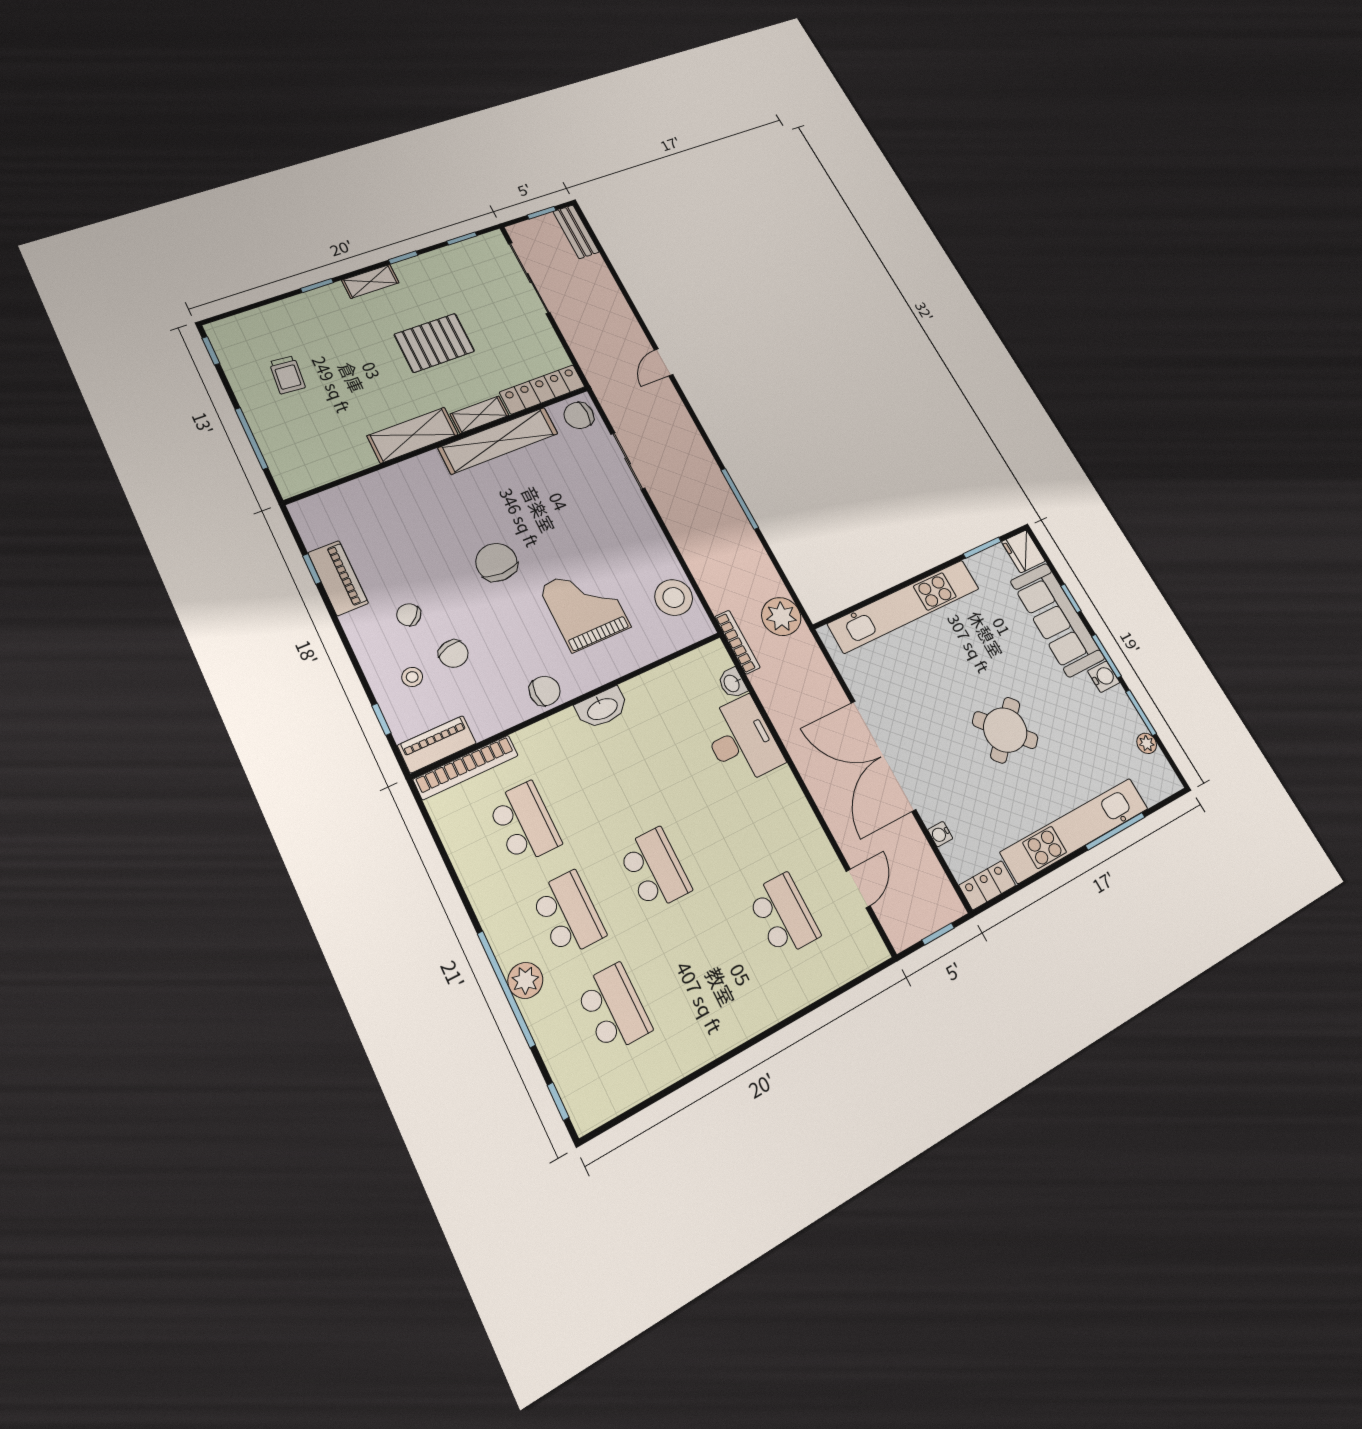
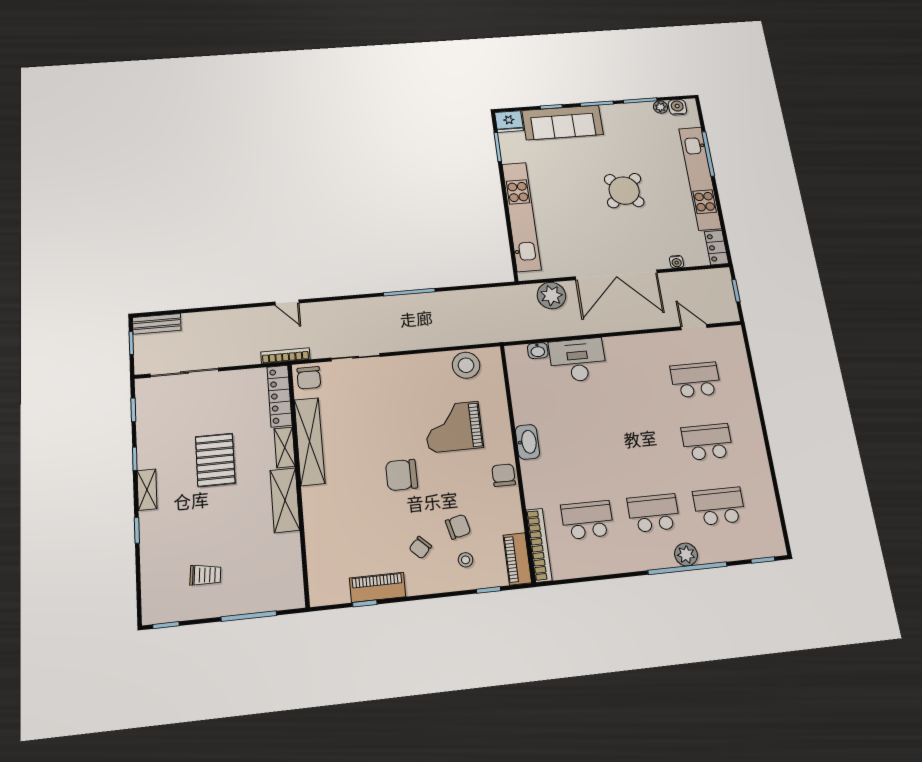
plant: (781, 617) -> (551, 296), moved
bookcase: (737, 642) -> (285, 356), moved
water cooler: (1104, 677) -> (677, 107), moved
school desk: (655, 869) -> (707, 442), moved

